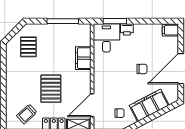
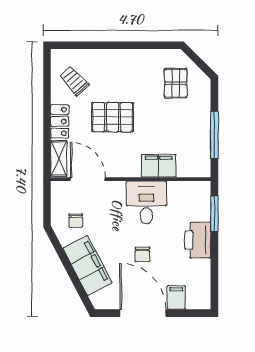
printer: (127, 29) -> (198, 240), width x1.87, depth x1.48
filing cabinet: (170, 30) -> (176, 297), moved
desk: (106, 38) -> (146, 202), moved, turned -90
pallet: (28, 47) -> (176, 83), turned 90

